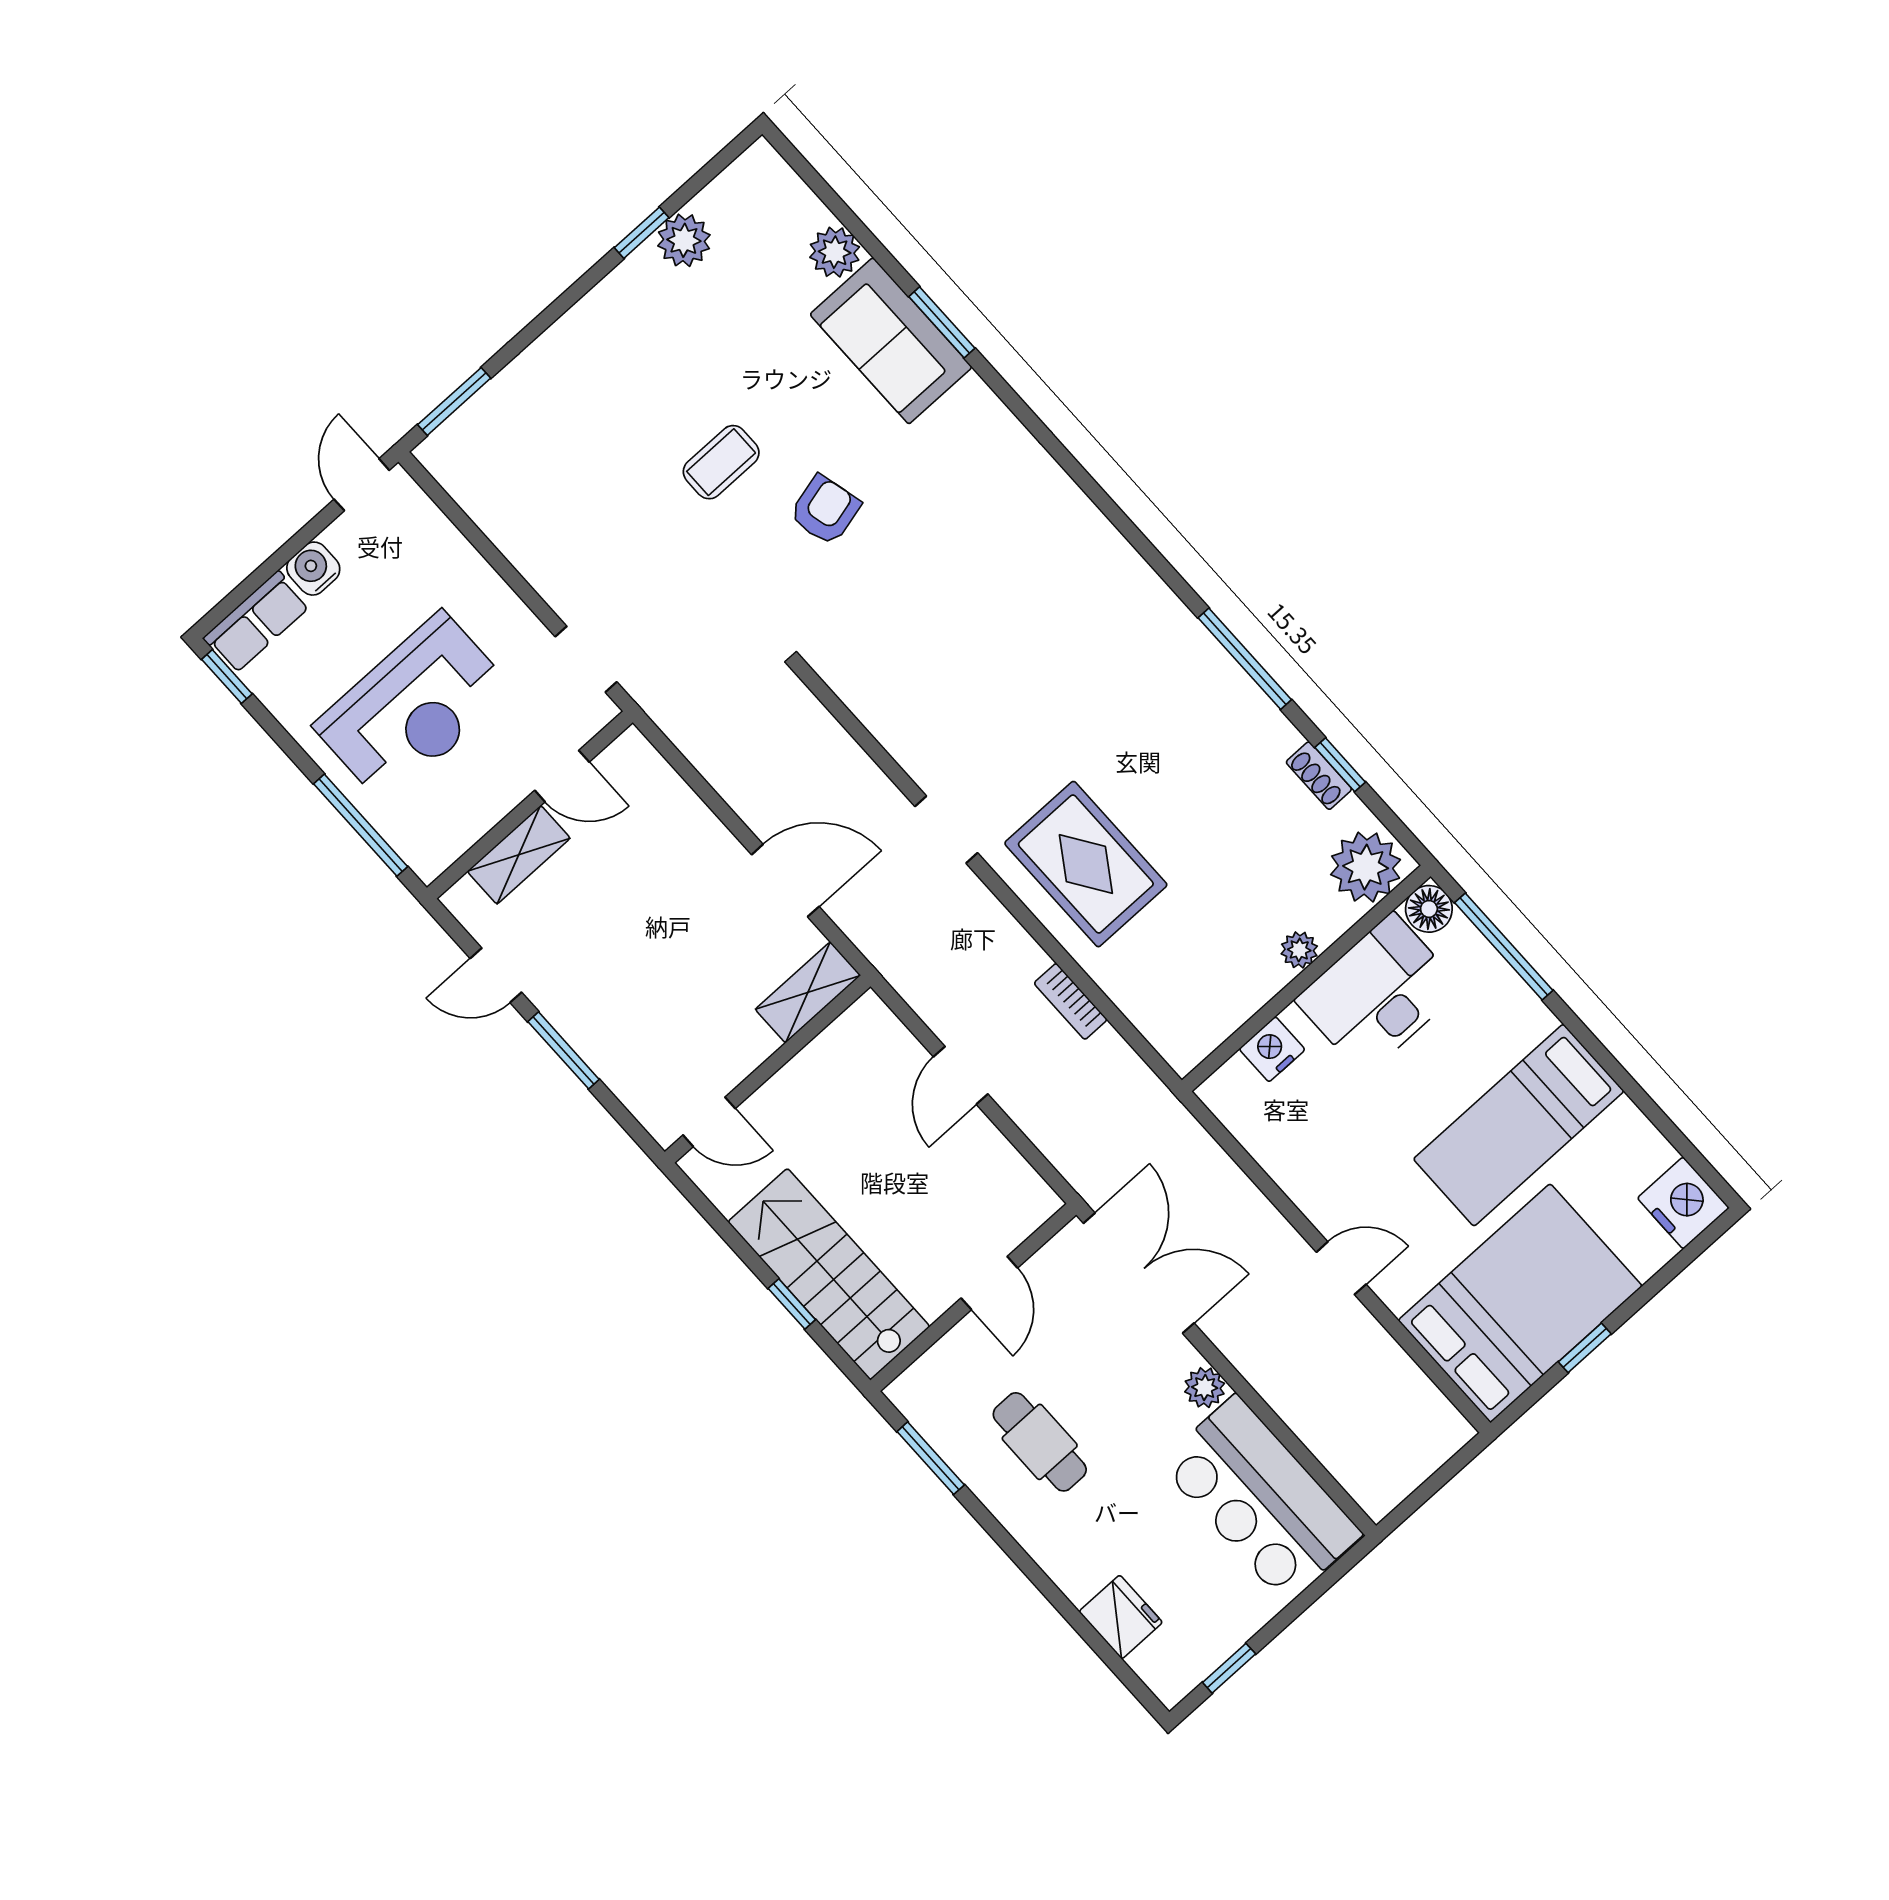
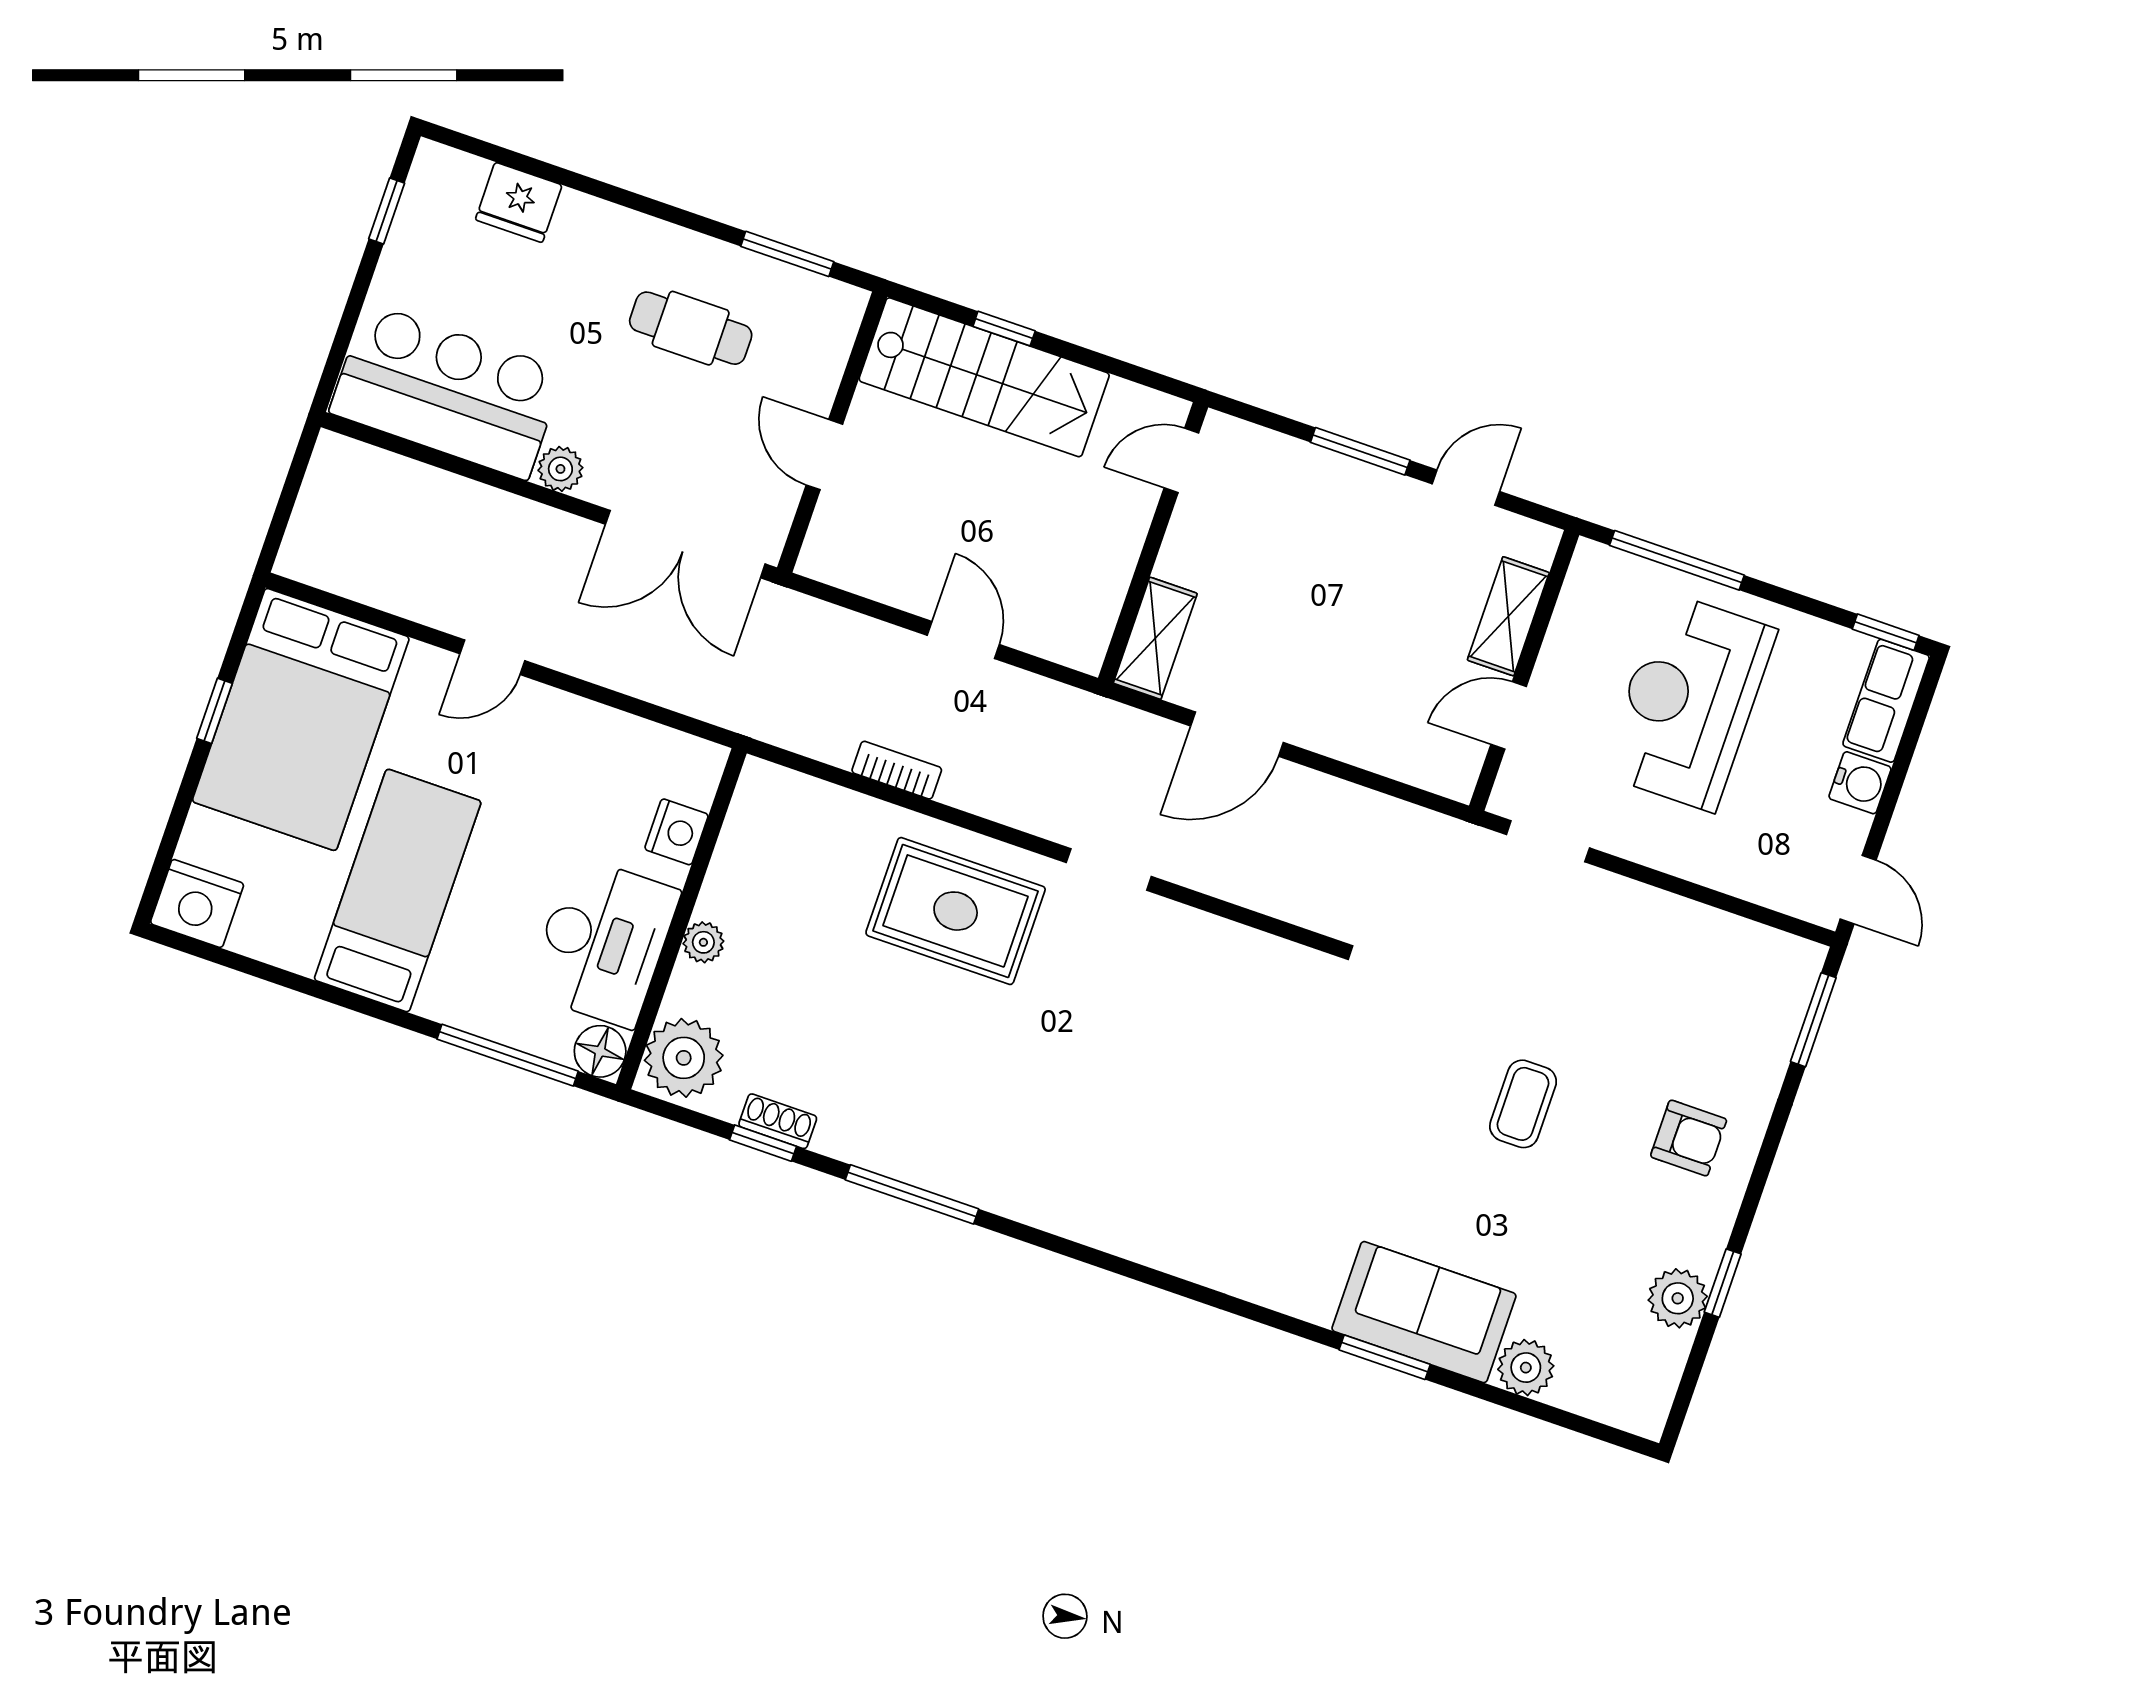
armchair: (825, 510) -> (1689, 1138), moved, turned -76

